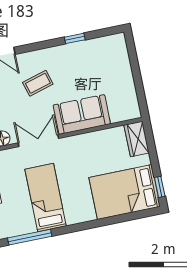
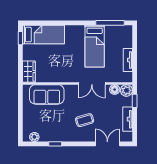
plant: (108, 42) -> (34, 137), added
sofa: (82, 114) -> (47, 94), moved
bed: (125, 192) -> (44, 35), width x0.67

